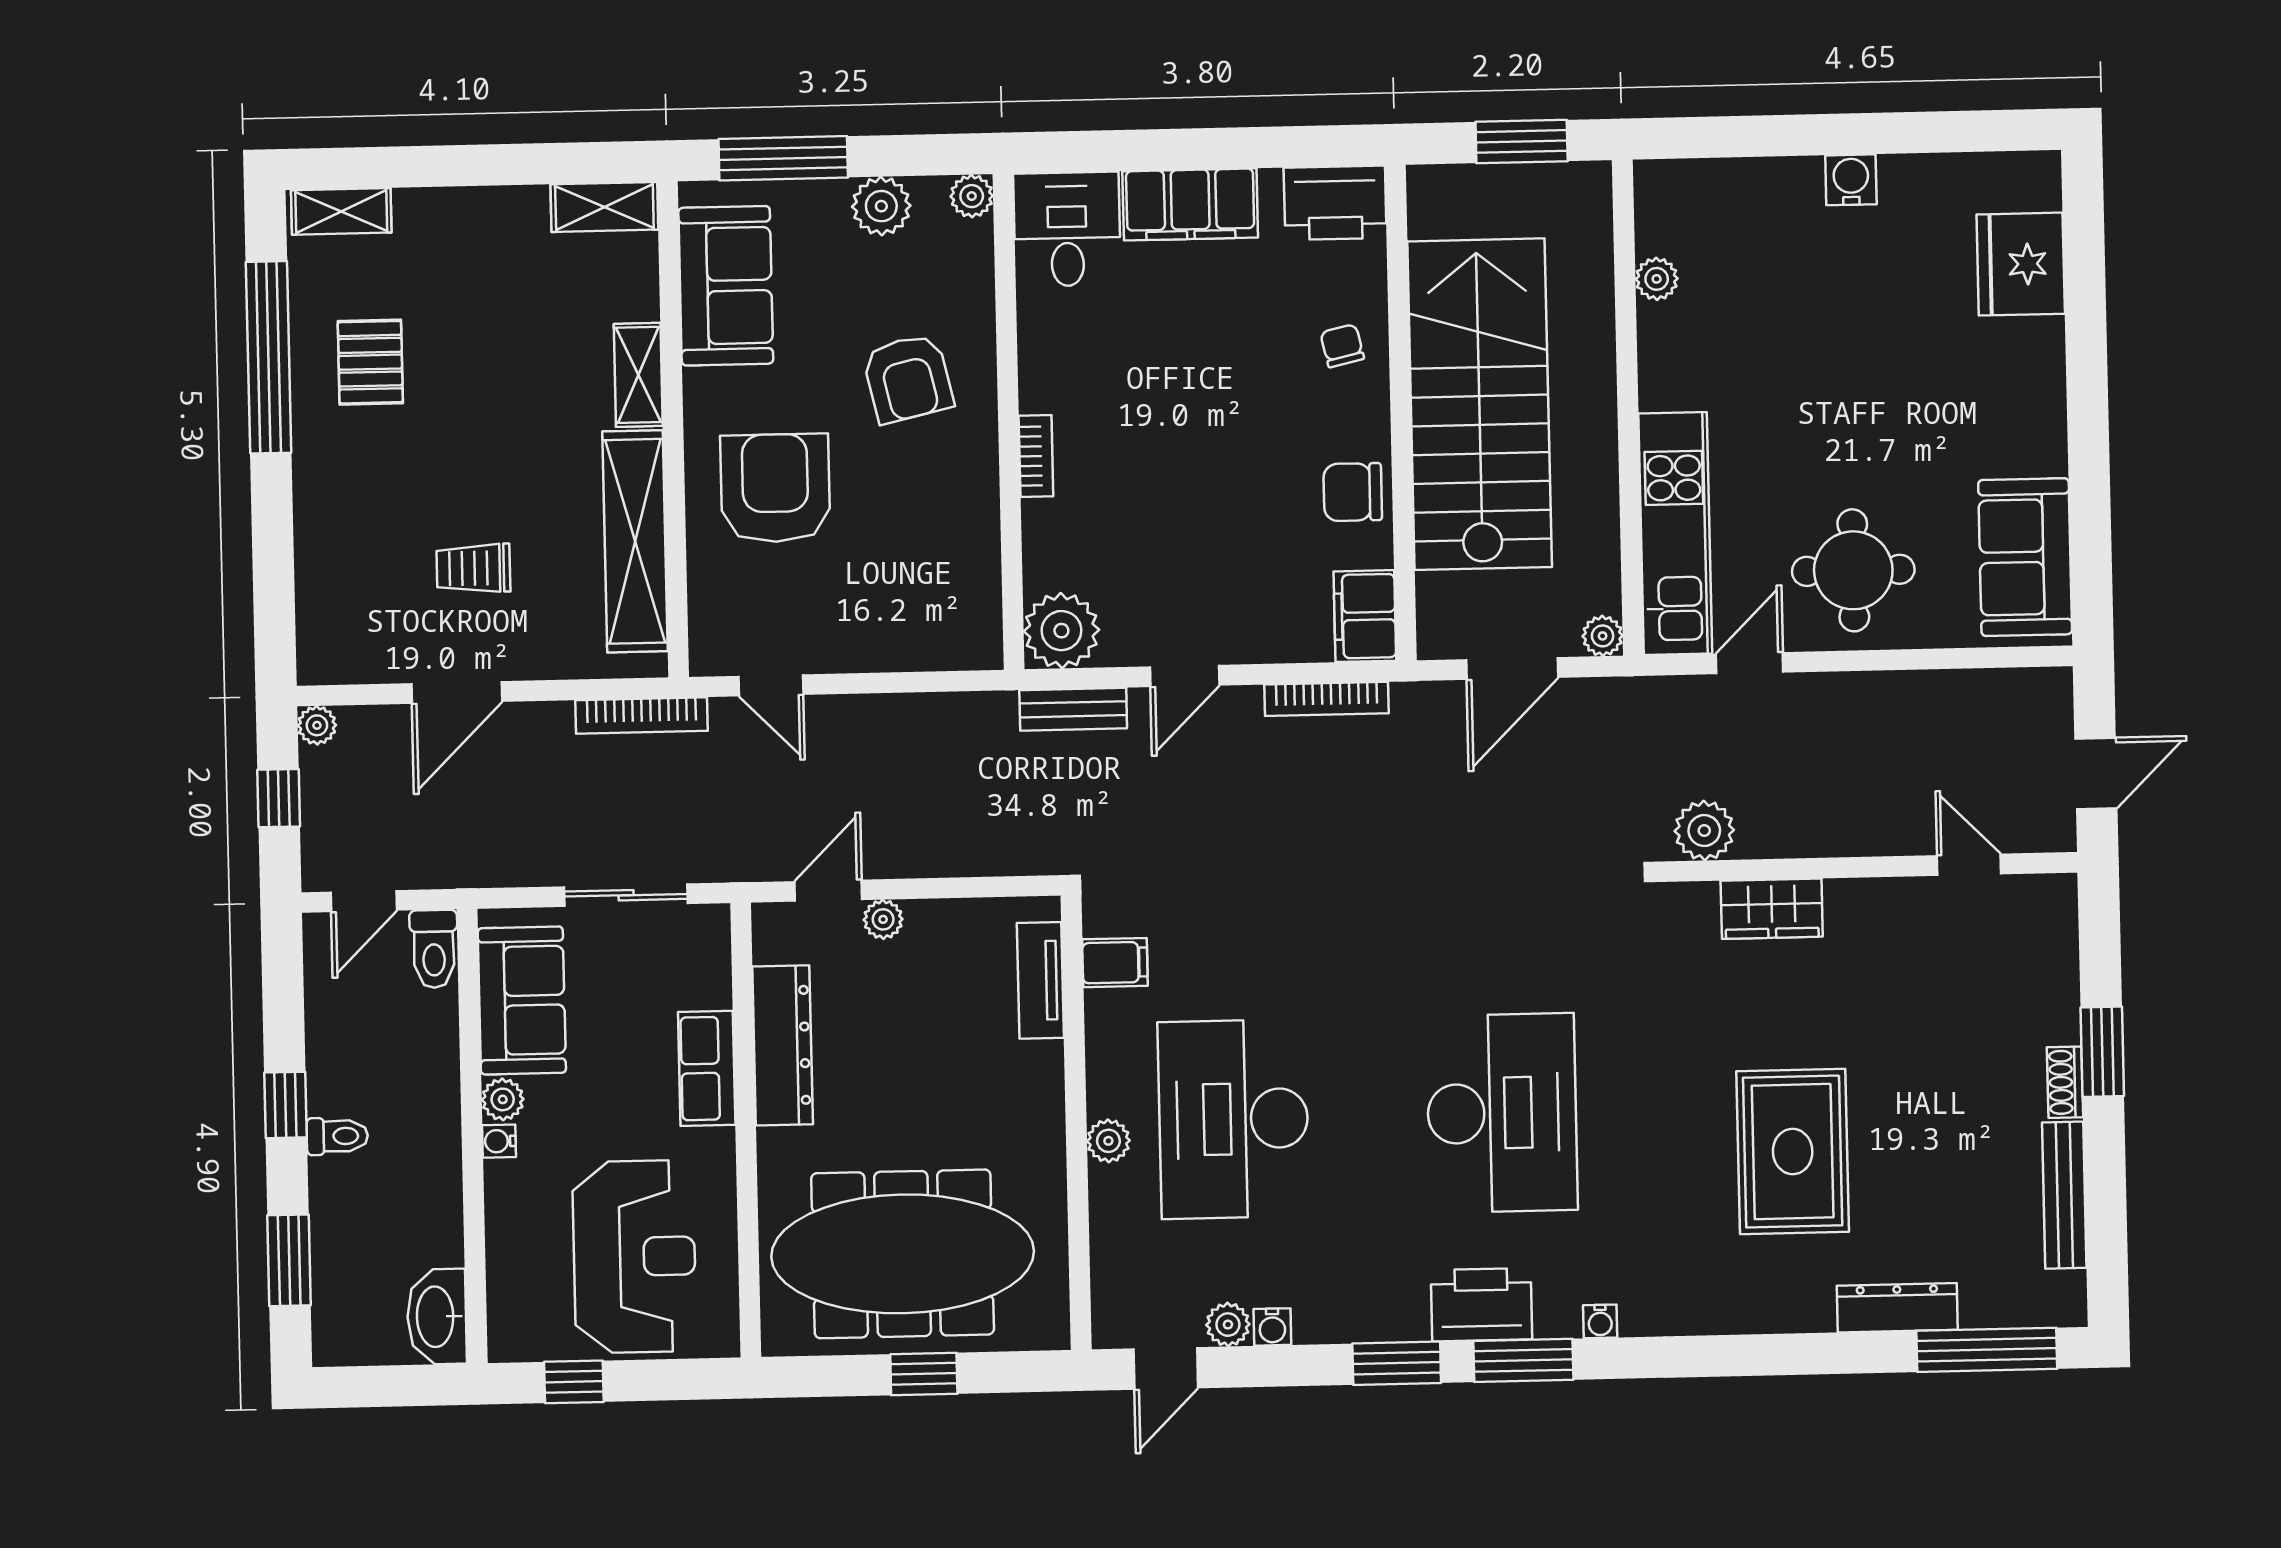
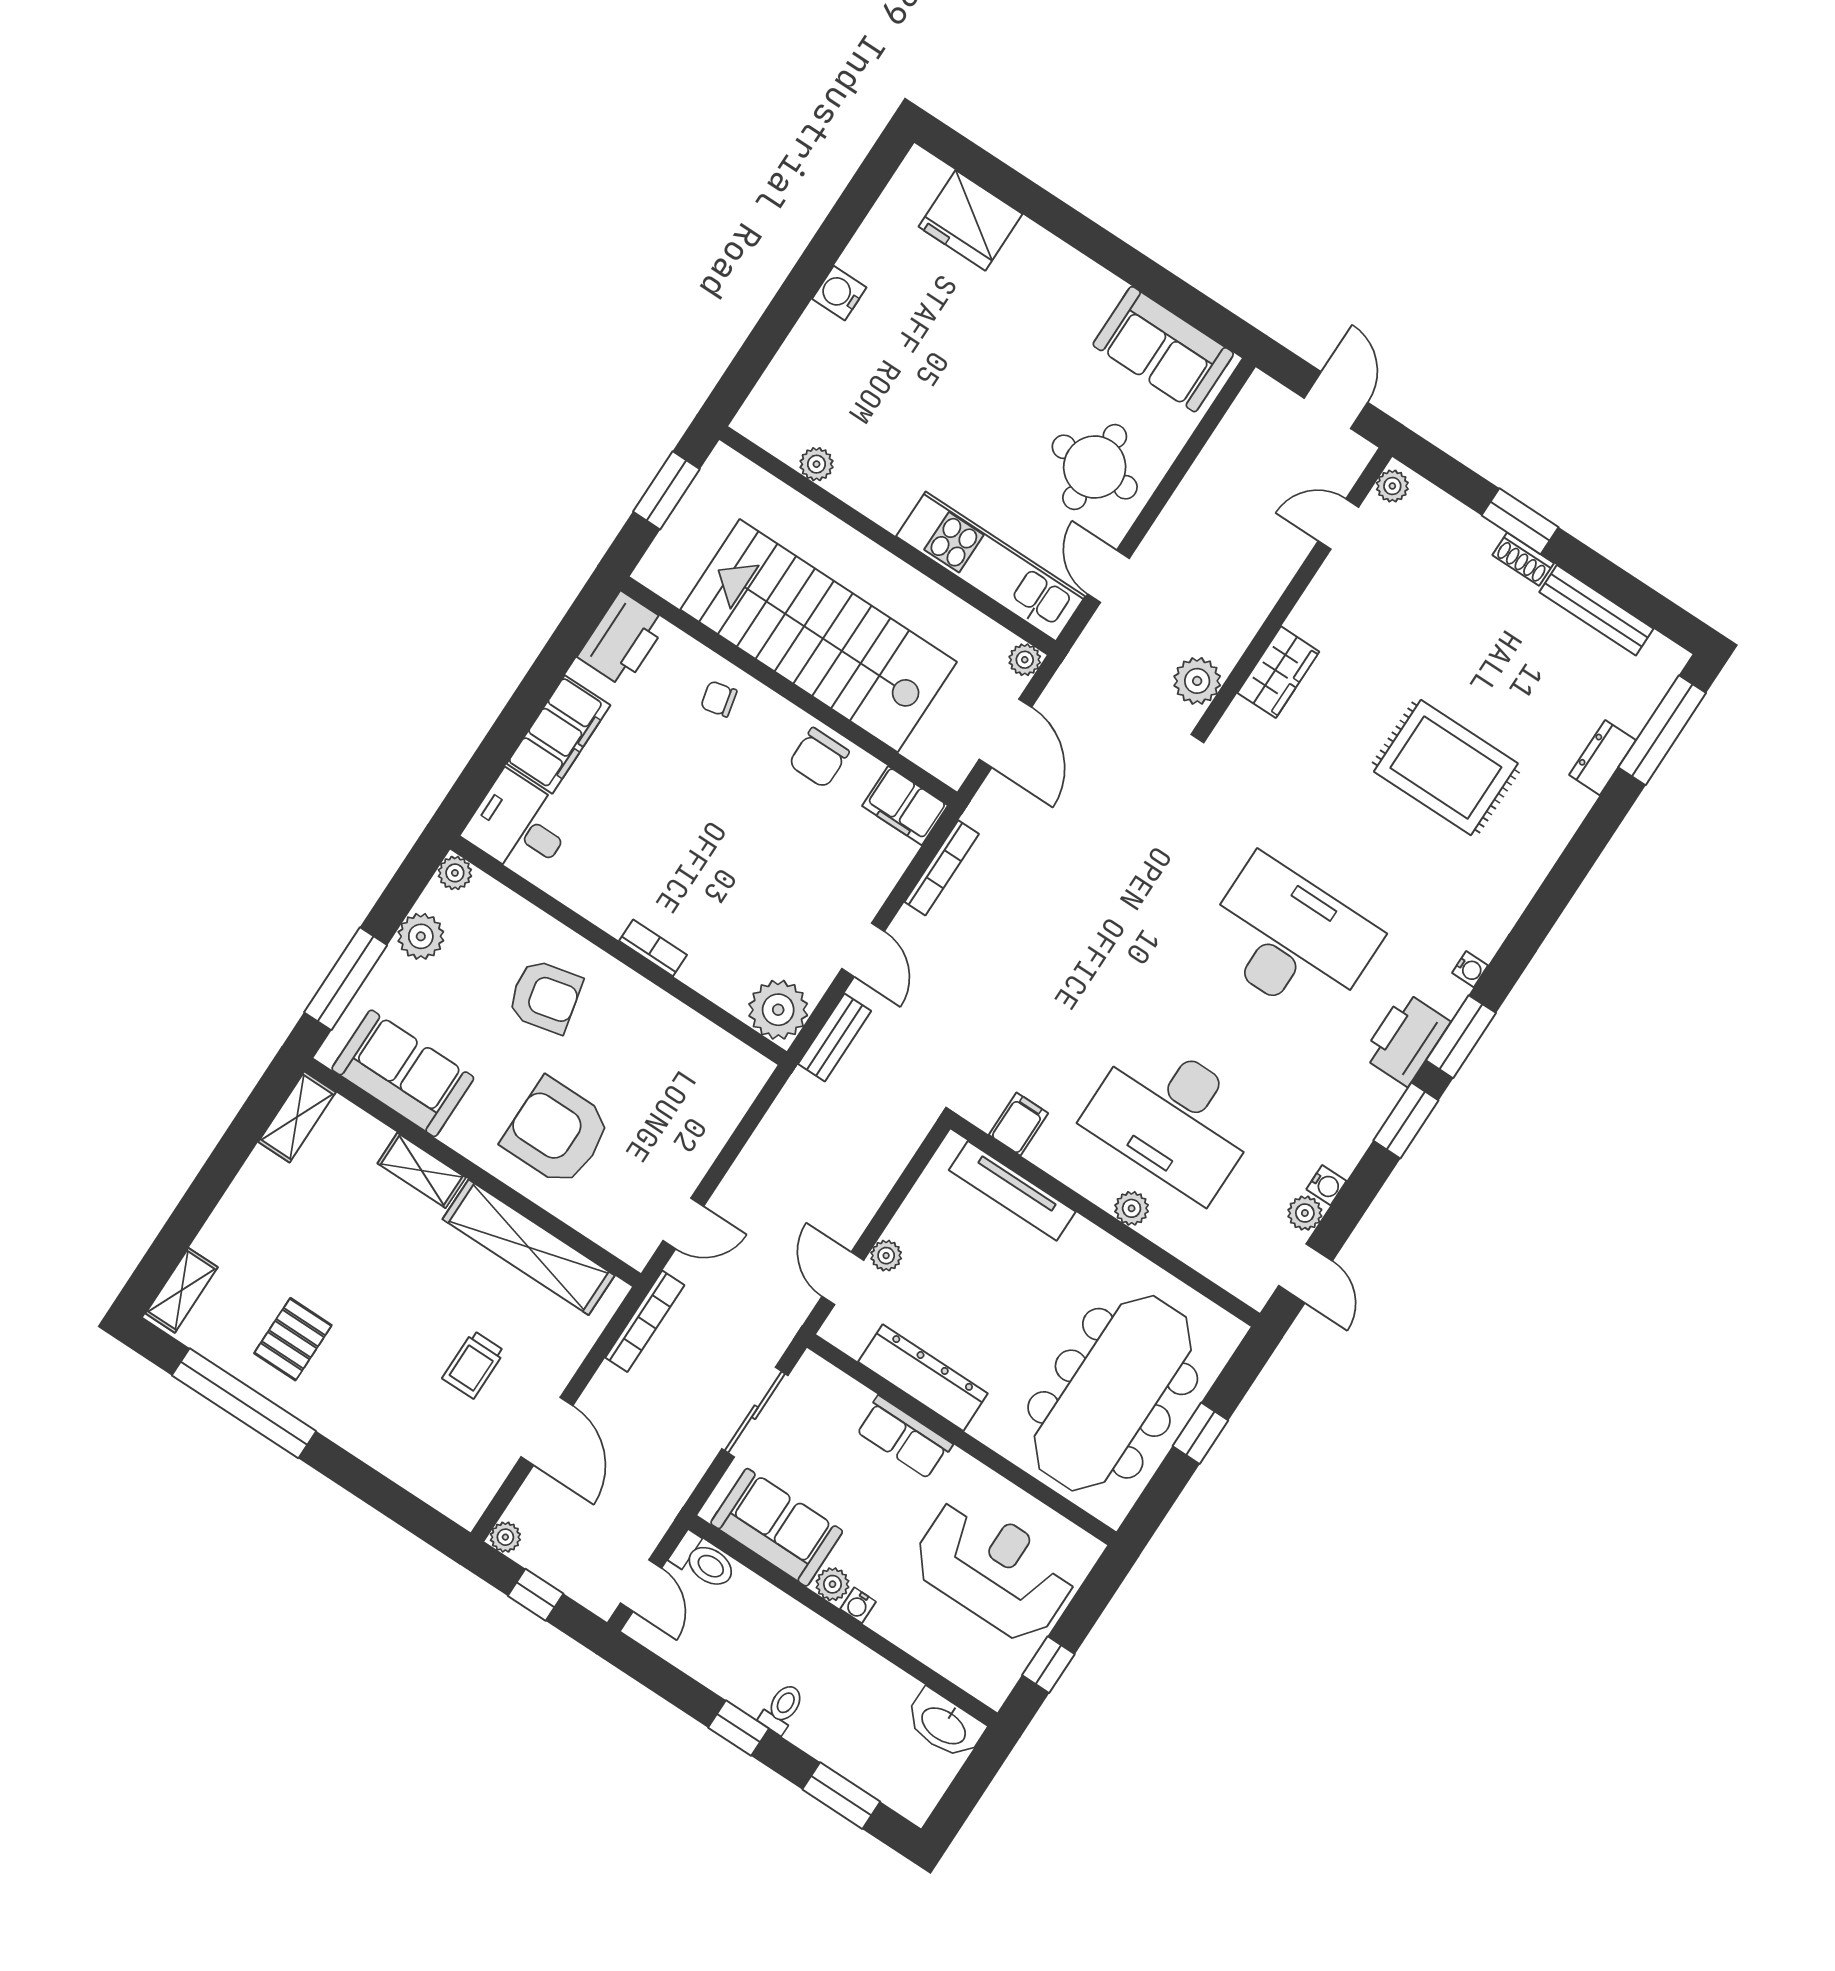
pallet: (370, 362) -> (293, 1339), turned 90
plant: (2047, 894) -> (1392, 486), added
tv unit: (1040, 980) -> (1012, 1191), width x1.41
dresser: (1897, 1308) -> (1603, 758), width x0.70

